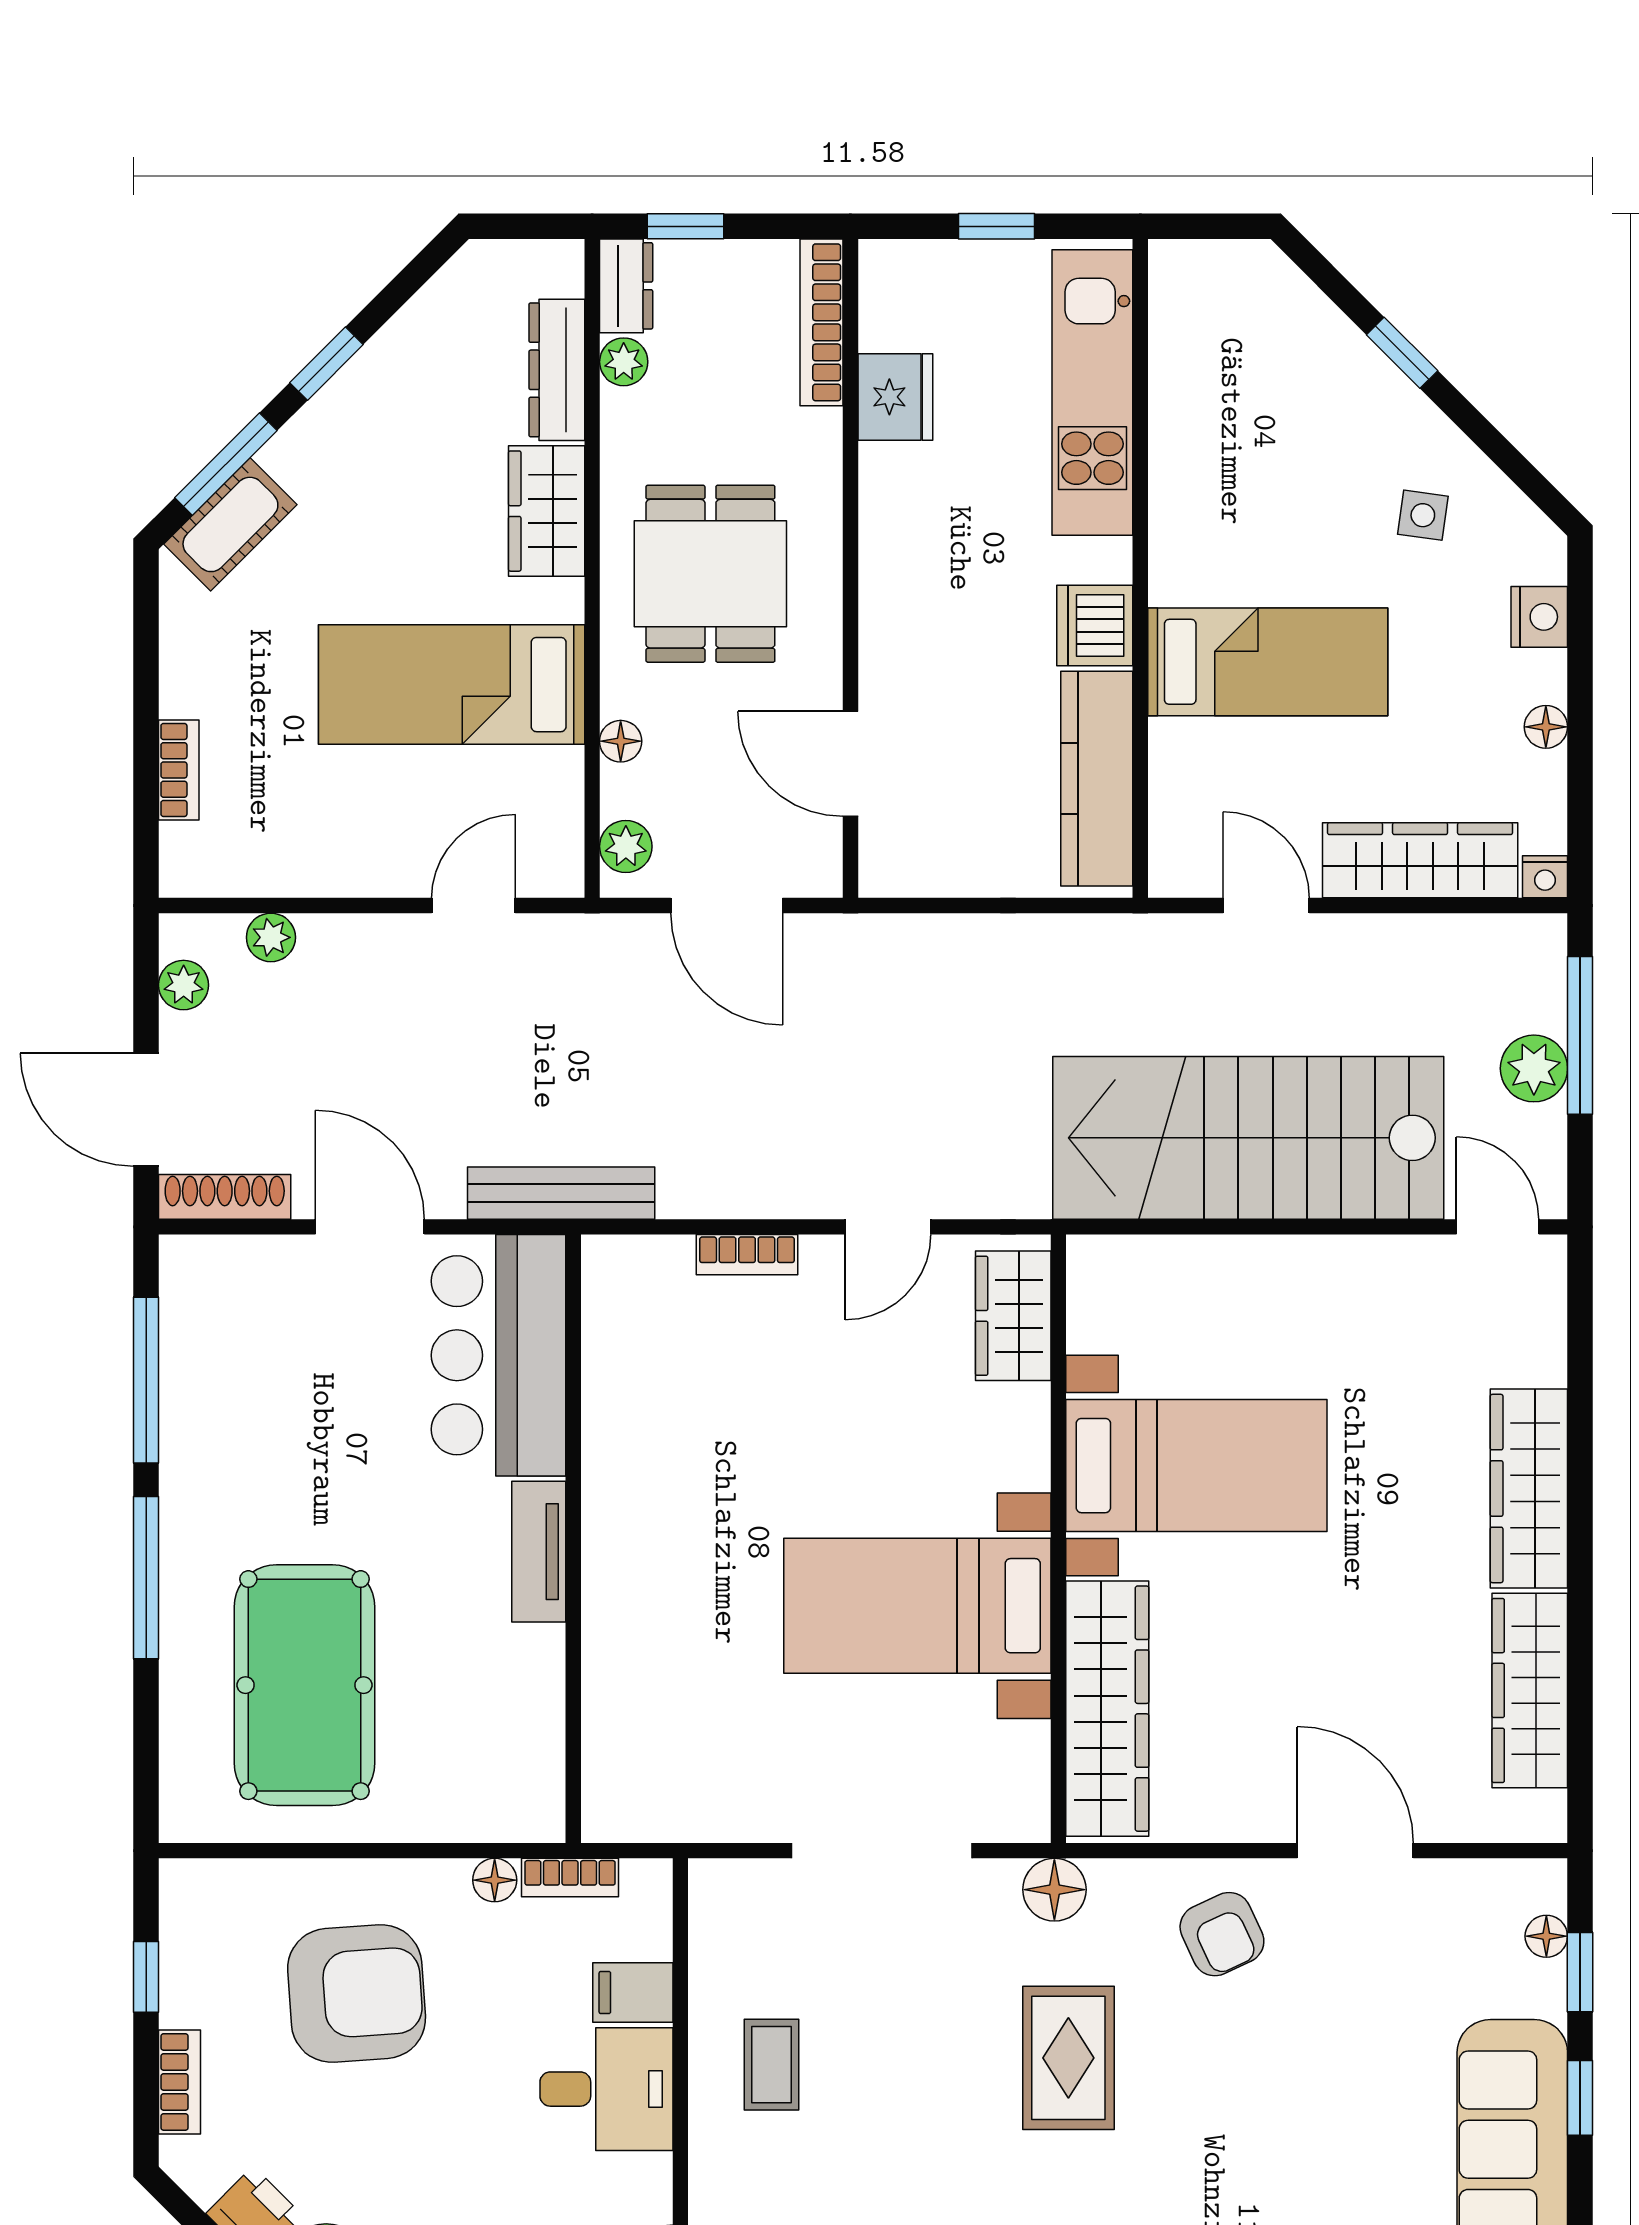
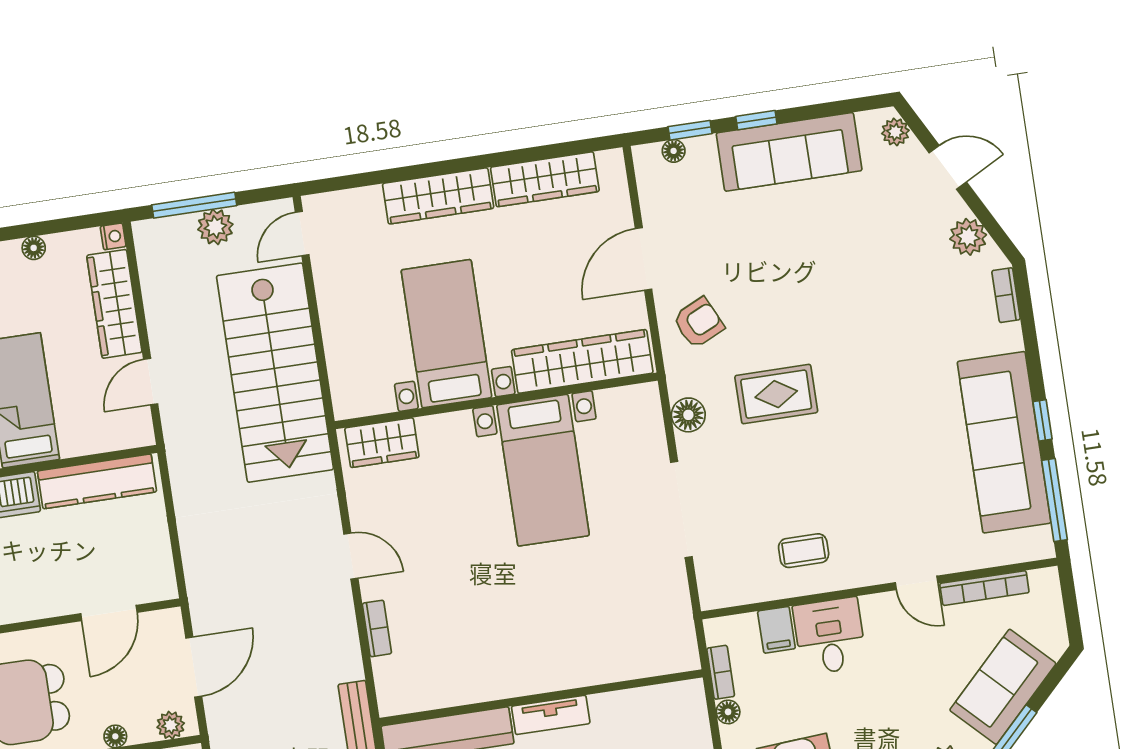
wardrobe: (1013, 1316) -> (382, 443), moved
bed with nightstands: (1196, 1466) -> (446, 334), moved
wall: (1058, 1539) -> (496, 401), moved
bed with nightstands: (917, 1606) -> (543, 470), moved
wardrobe: (1107, 1709) -> (582, 361), moved

